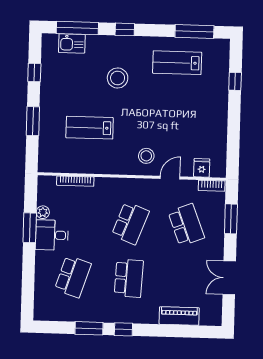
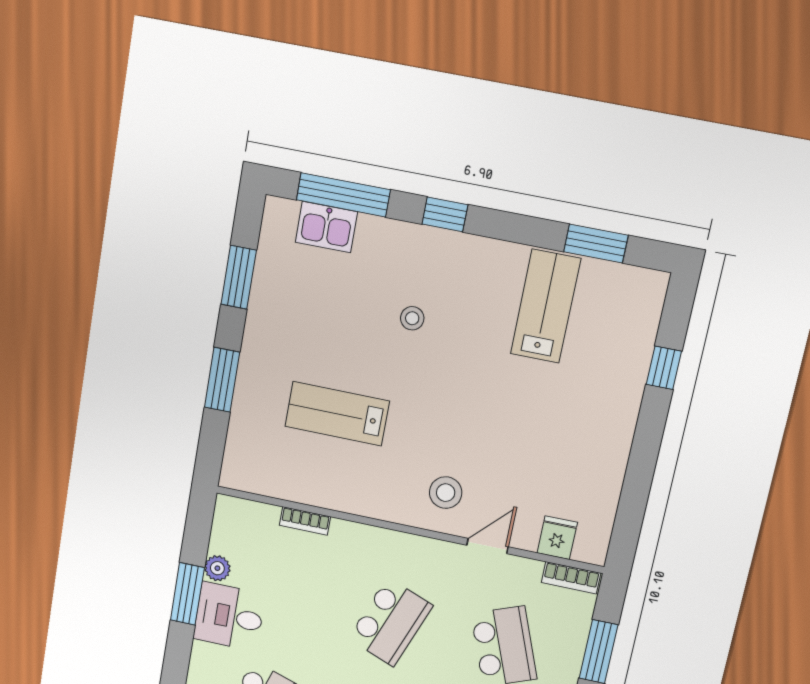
window: (194, 31) -> (596, 243), width x0.69
lab bench: (177, 63) -> (546, 306), turned 90
window: (34, 73) -> (239, 277), width x1.50
stool: (118, 78) -> (412, 318), width x0.53, depth x0.53
bookcase: (75, 181) -> (305, 521), width x0.64

